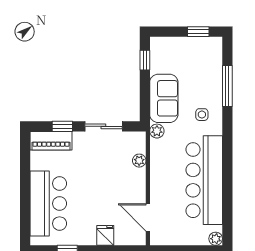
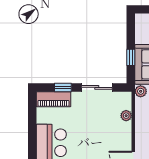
window: (145, 60) -> (131, 57), moved

